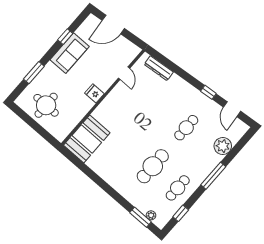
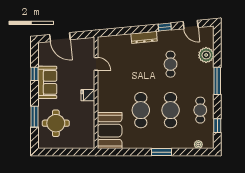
door: (113, 24) -> (60, 37), hinge flipped
dresser: (159, 68) -> (144, 37), moved
round table: (46, 105) -> (56, 123), moved
cafe table: (128, 145) -> (141, 110), added
window: (141, 217) -> (162, 152), moved

